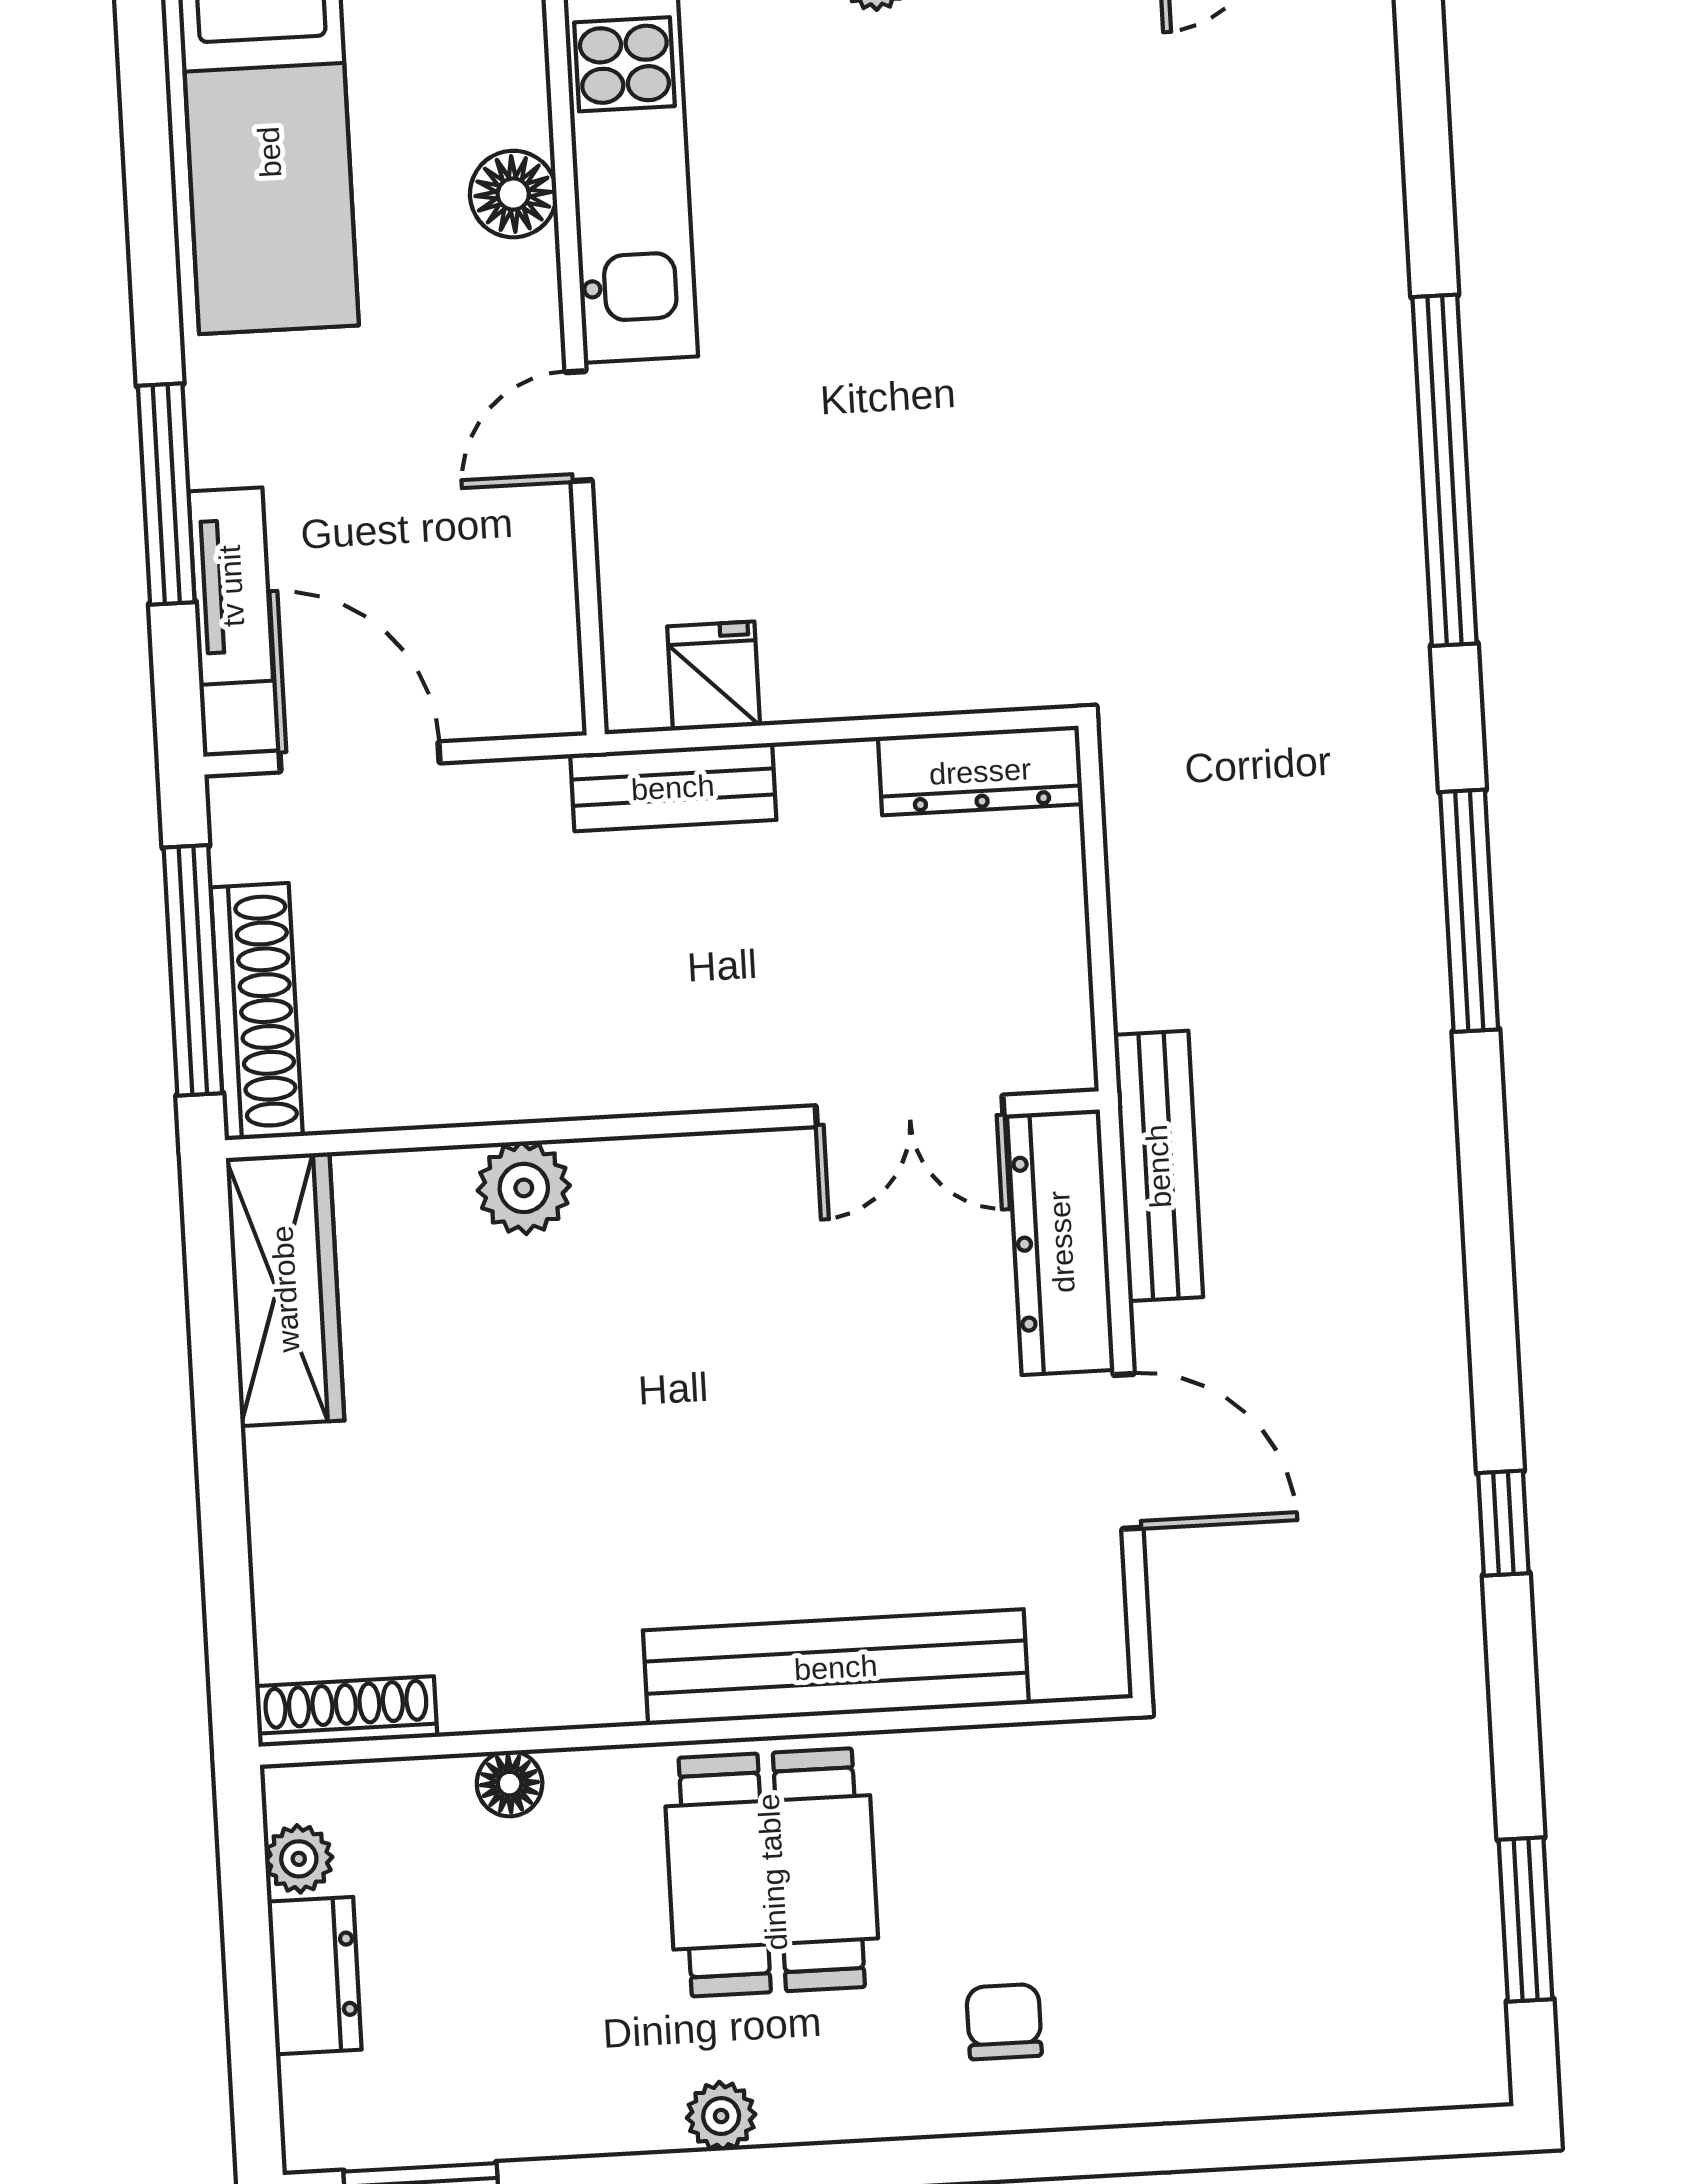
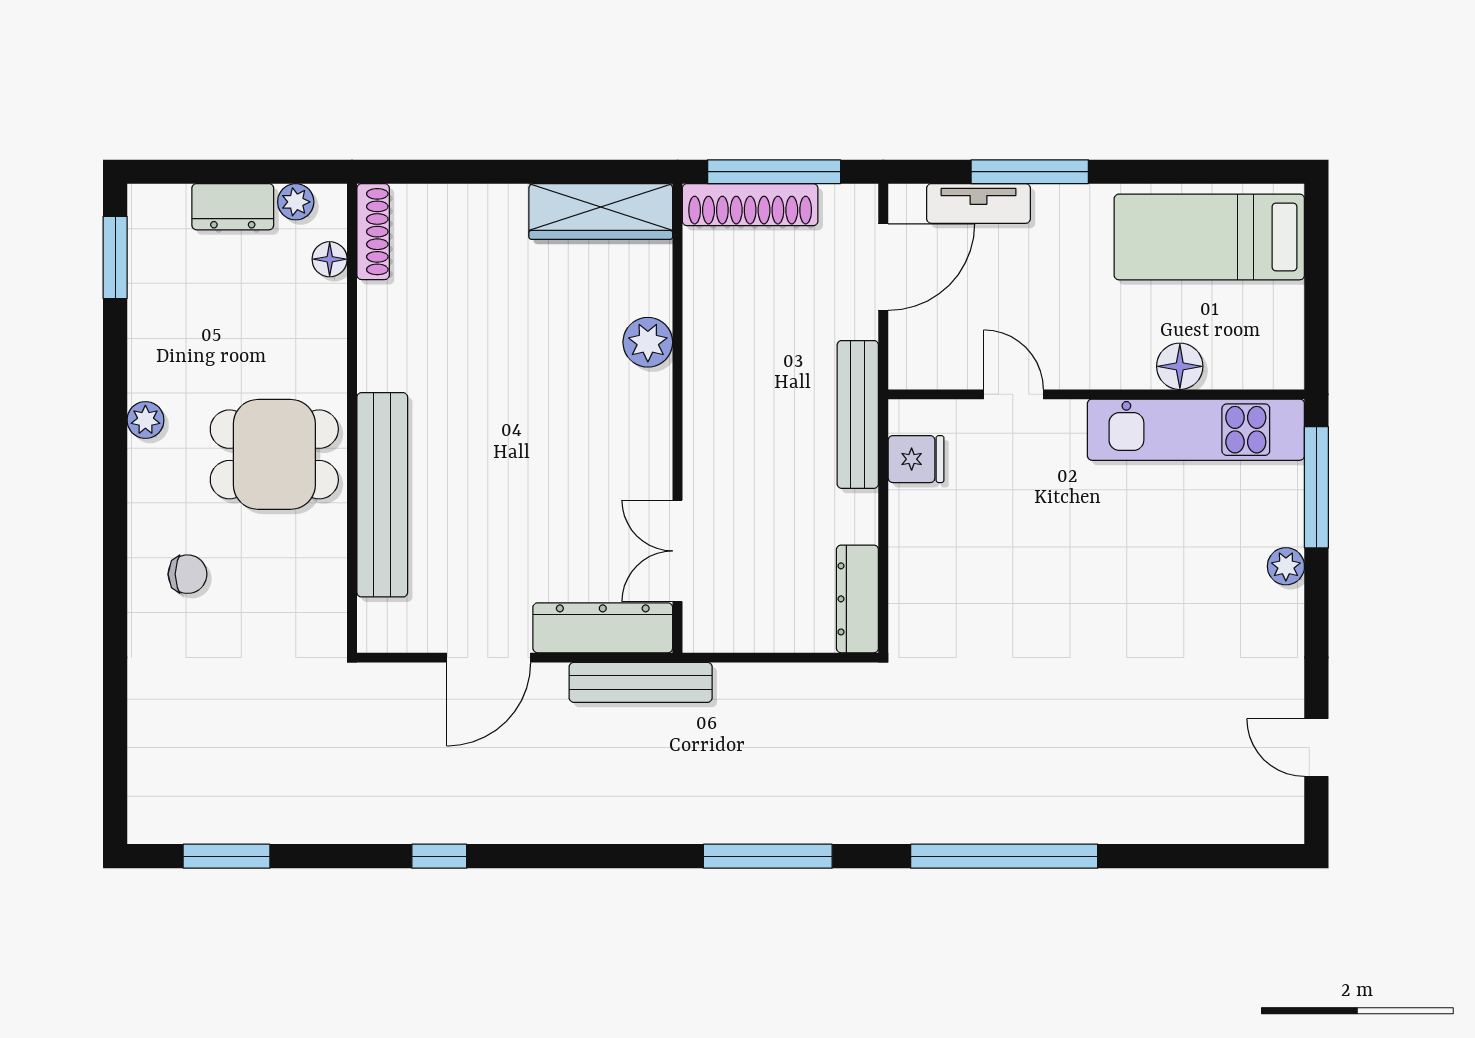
door: (579, 426) -> (1014, 394), moved
bench: (673, 787) -> (858, 414), width x1.36
floor lamp: (510, 1784) -> (330, 259), moved

